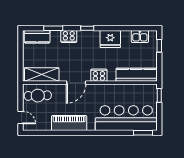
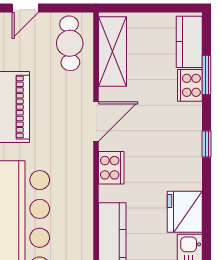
cooker: (69, 37) -> (190, 85), moved
fridge: (110, 39) -> (185, 212), moved
door: (76, 83) -> (96, 121), swing flipped

